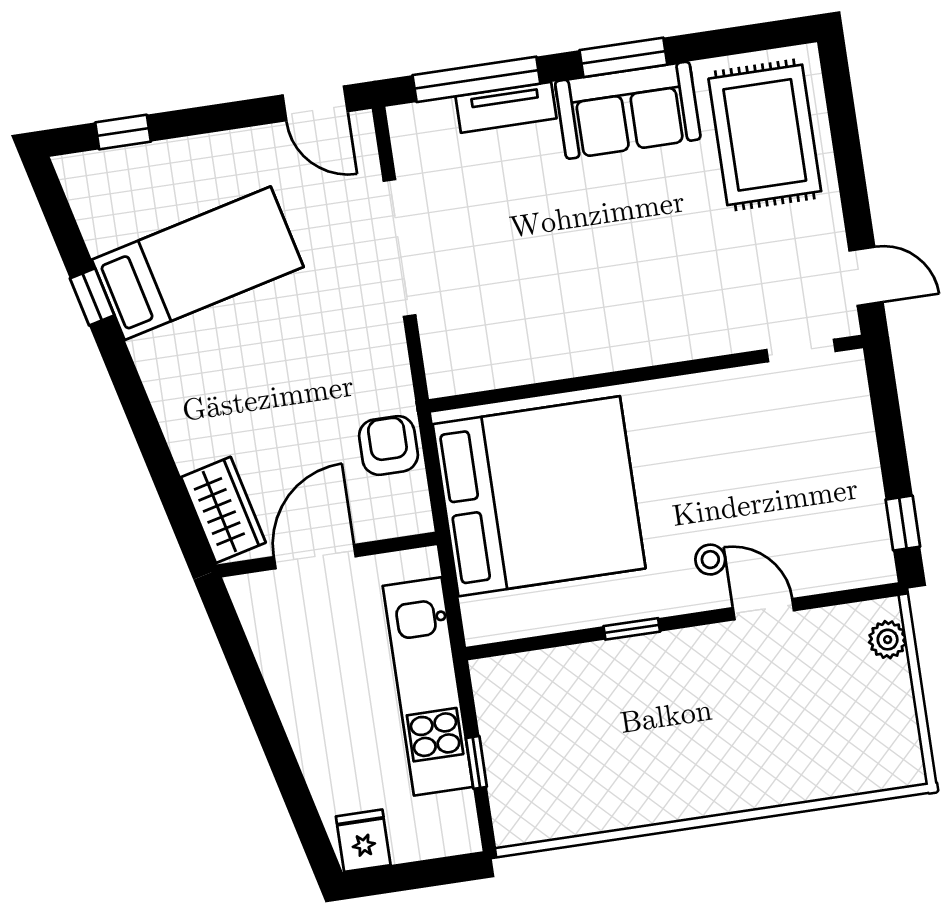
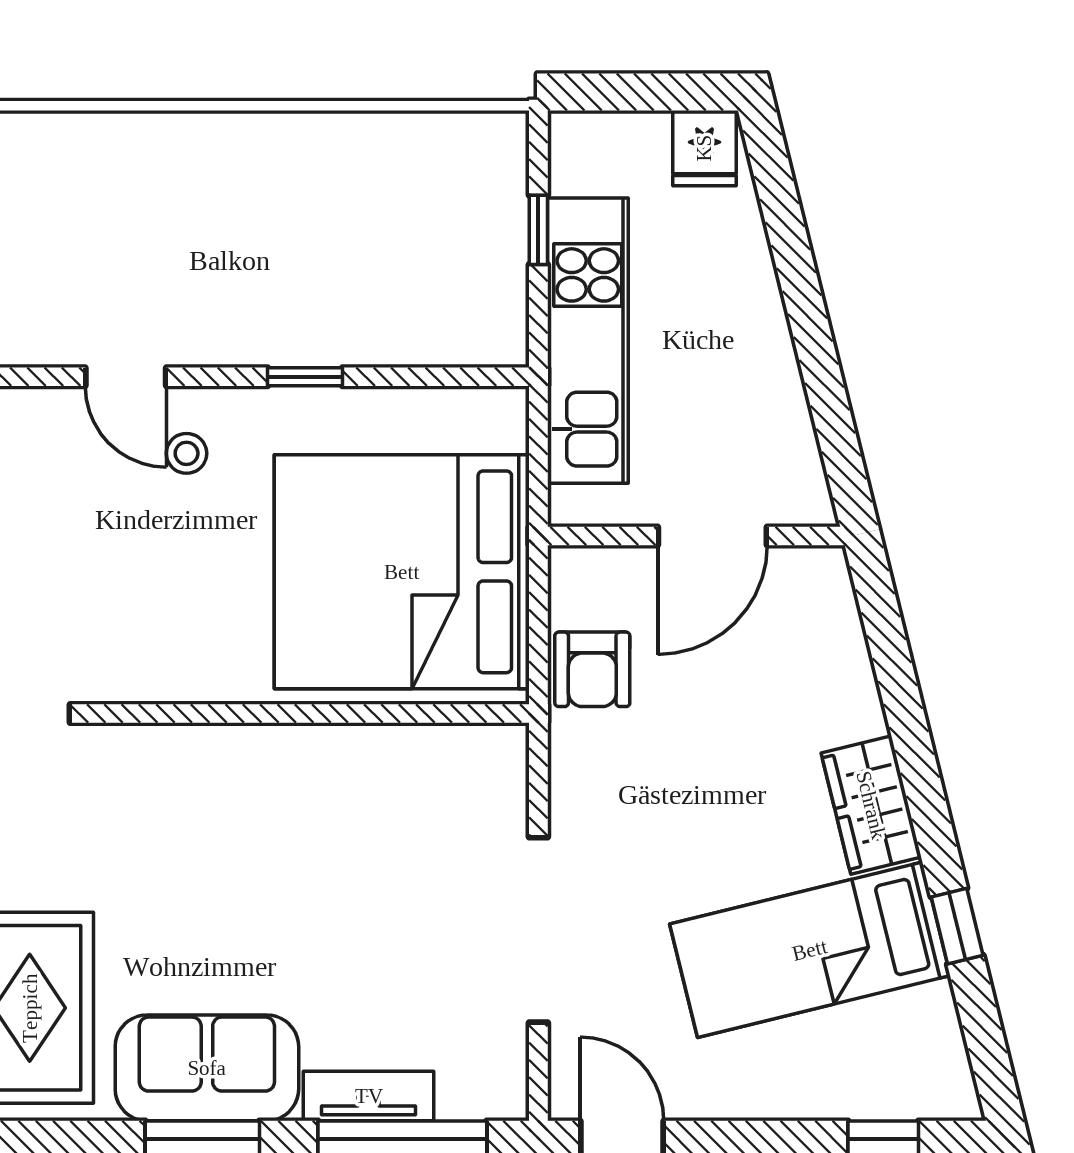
wardrobe: (223, 510) -> (871, 805), moved

